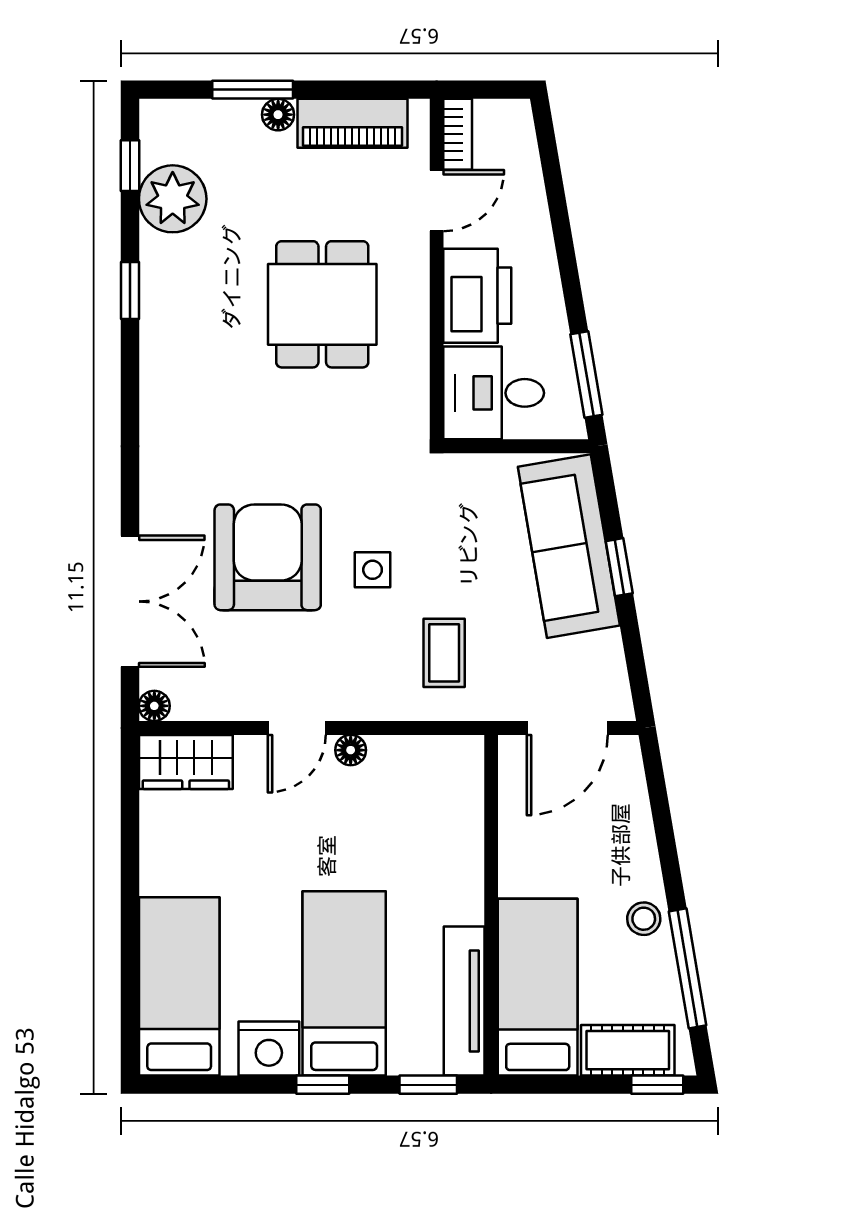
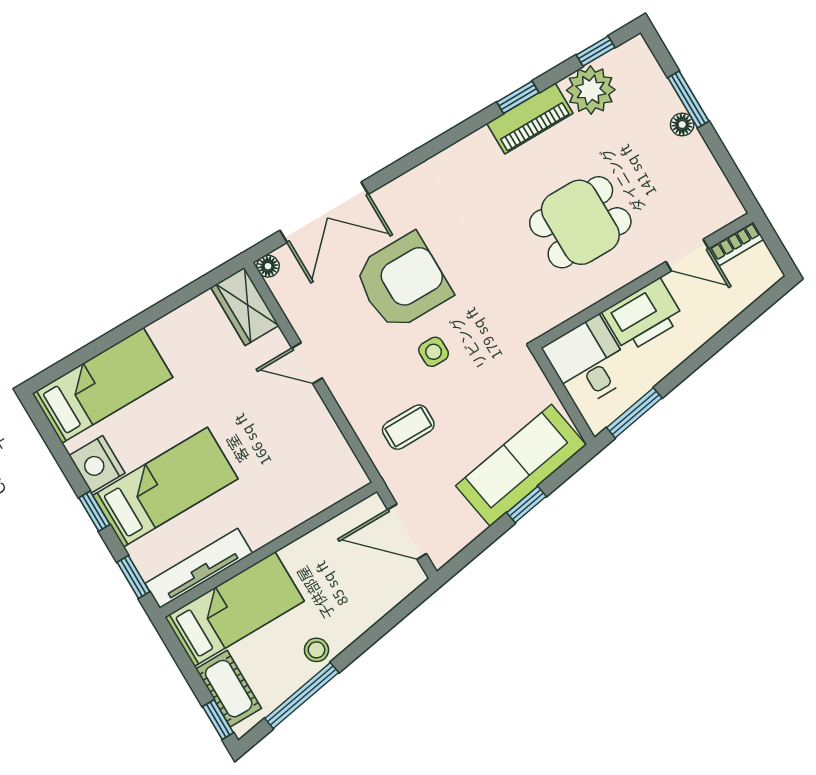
piano: (352, 123) -> (530, 118), moved, turned -90
floor lamp: (351, 750) -> (313, 405), removed

